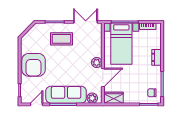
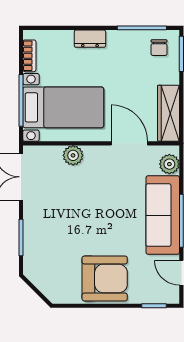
coffee table: (61, 39) -> (54, 224), removed
plant: (97, 63) -> (73, 155), moved
wardrobe: (113, 98) -> (169, 113), width x1.50

